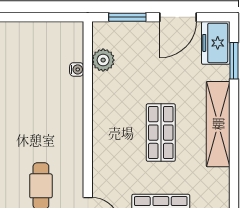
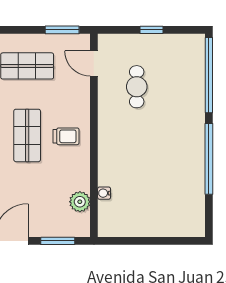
trolley: (118, 132) -> (66, 136), added

